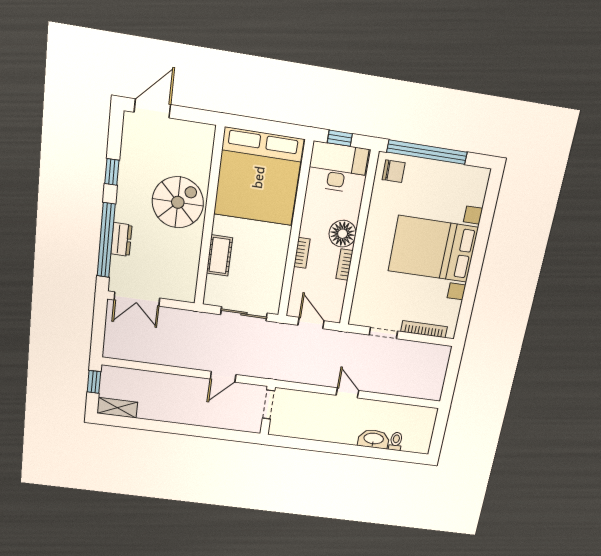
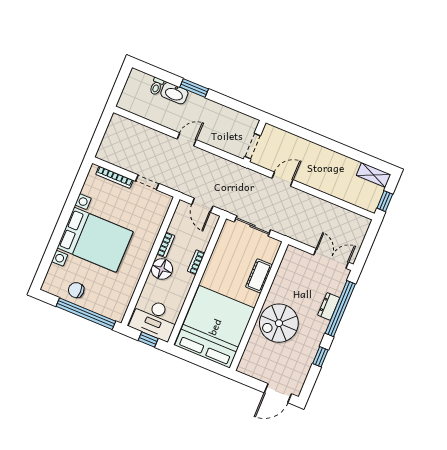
chair: (394, 171) -> (76, 290), moved
door: (347, 393) -> (187, 139), swing flipped
window: (352, 450) -> (194, 88), added

